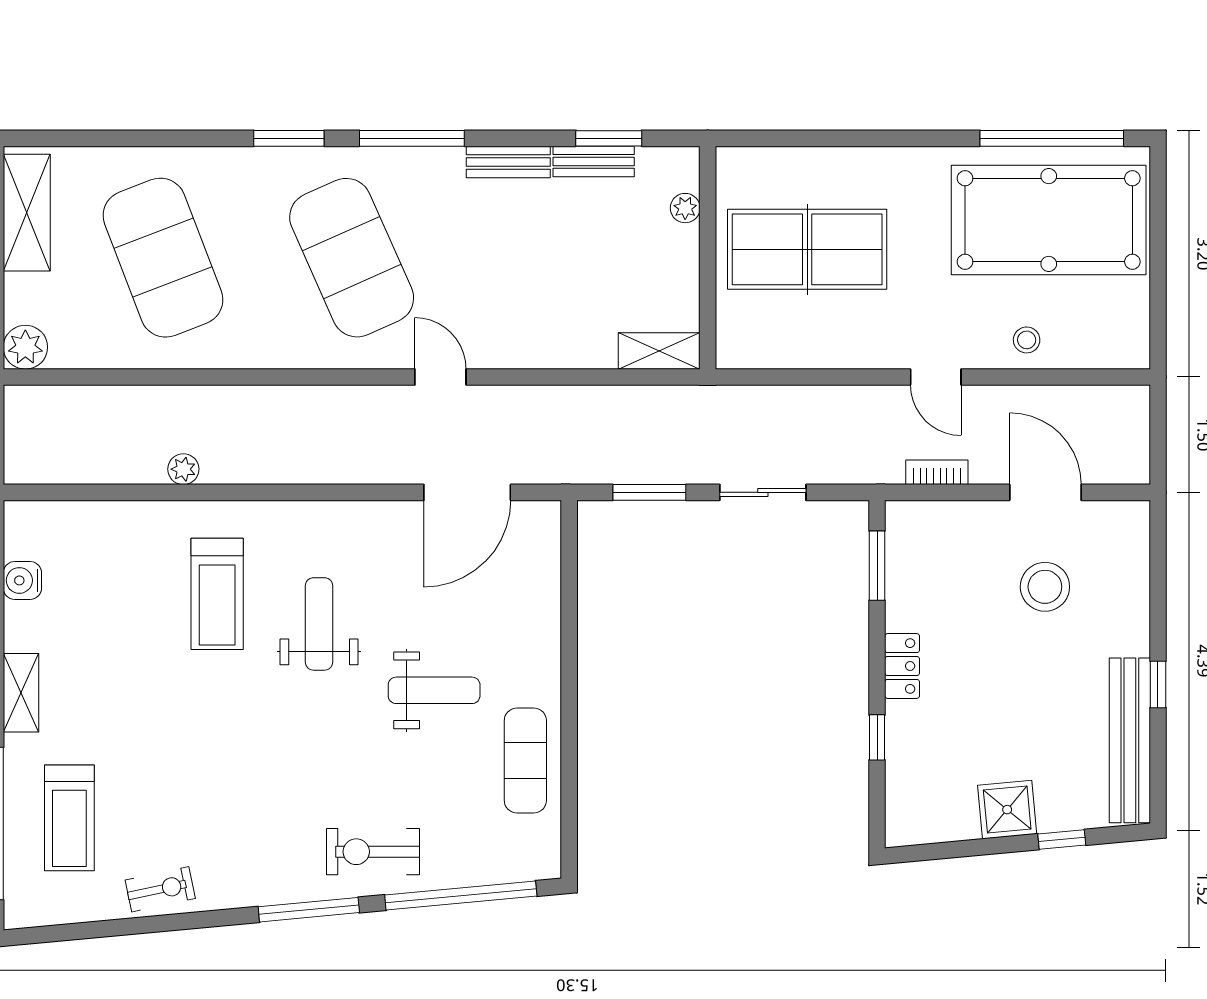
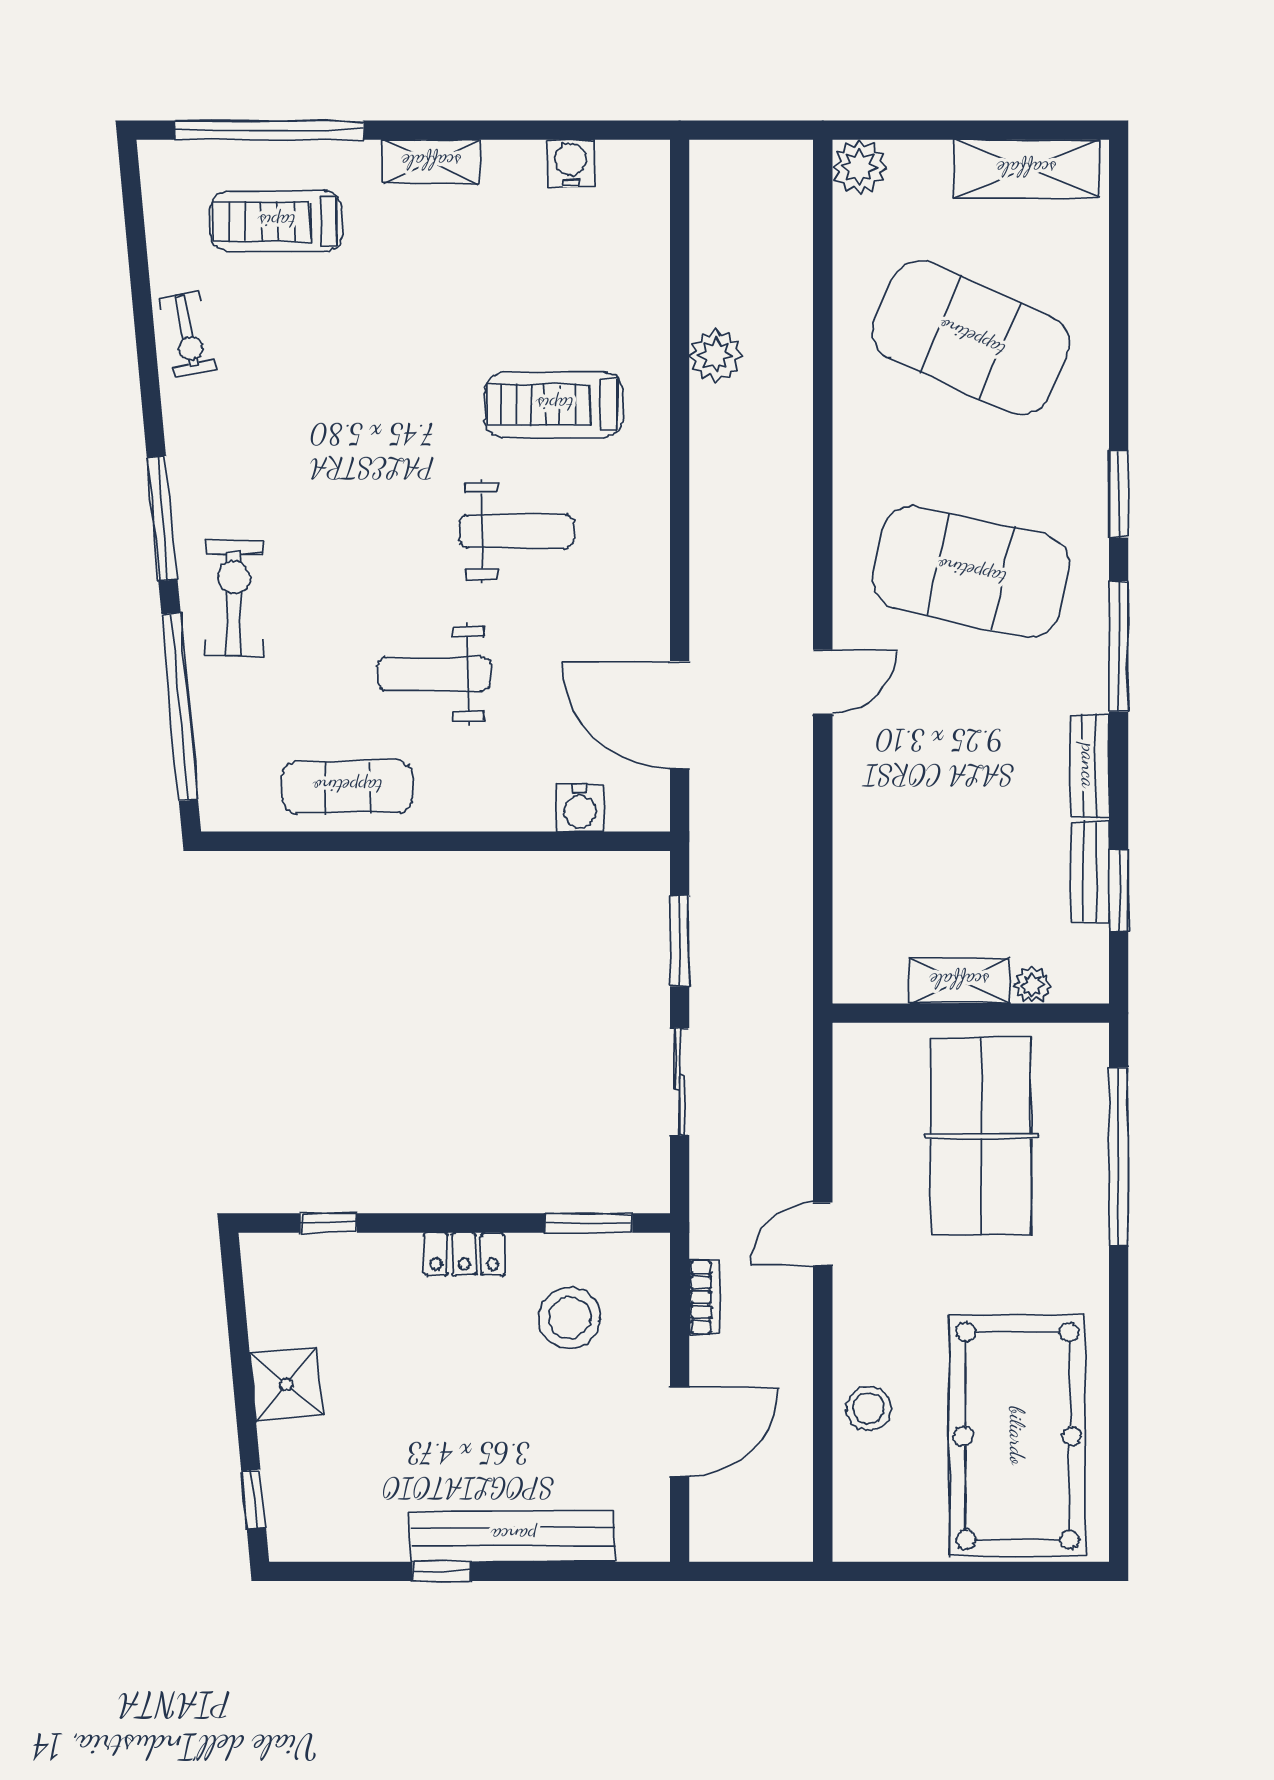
window: (1052, 138) -> (1119, 1157), moved
exercise mat: (163, 258) -> (971, 338), turned 45
exercise mat: (352, 258) -> (971, 572), turned 36
stool: (1027, 340) -> (869, 1409), width x1.37, depth x1.37
shelving: (659, 351) -> (959, 981), moved, turned 90
door: (936, 377) -> (823, 1234), moved
plant: (183, 469) -> (716, 356), width x1.38, depth x1.38
water cooler: (542, 573) -> (580, 808), added
stool: (1045, 587) -> (570, 1318), moved
weight bench: (434, 690) -> (434, 674), turned 90
window: (877, 737) -> (329, 1223), moved
bench: (1130, 740) -> (513, 1536), moved
window: (1062, 840) -> (254, 1499), moved

